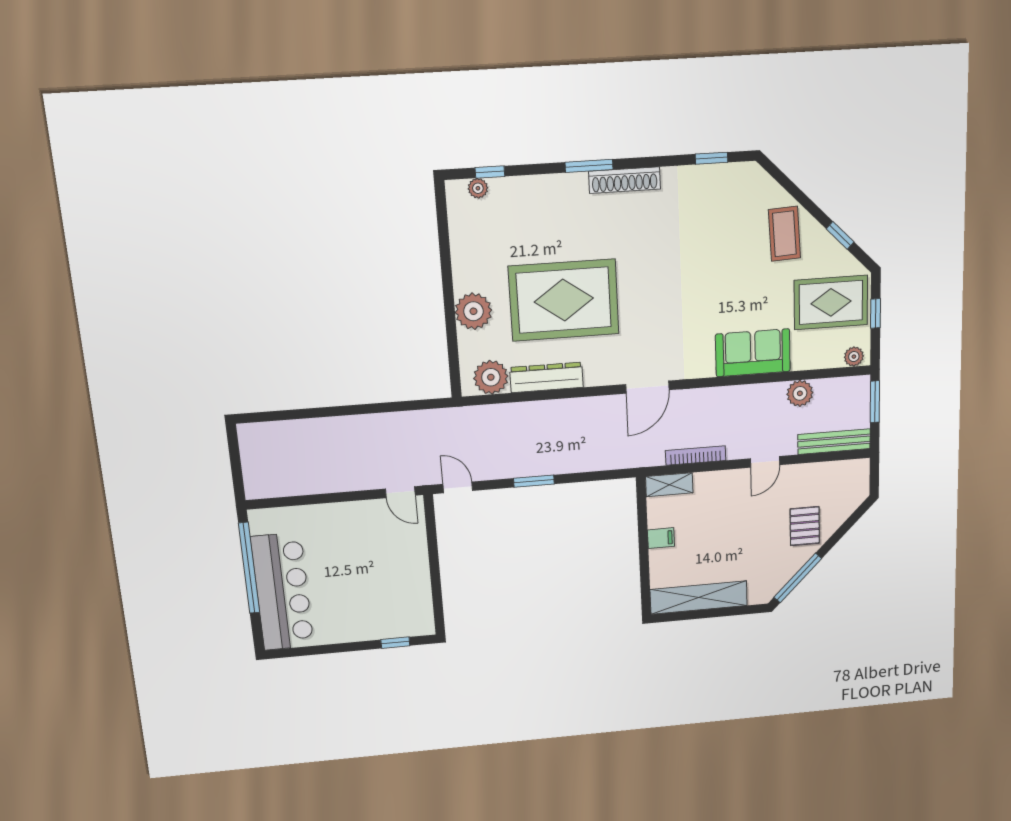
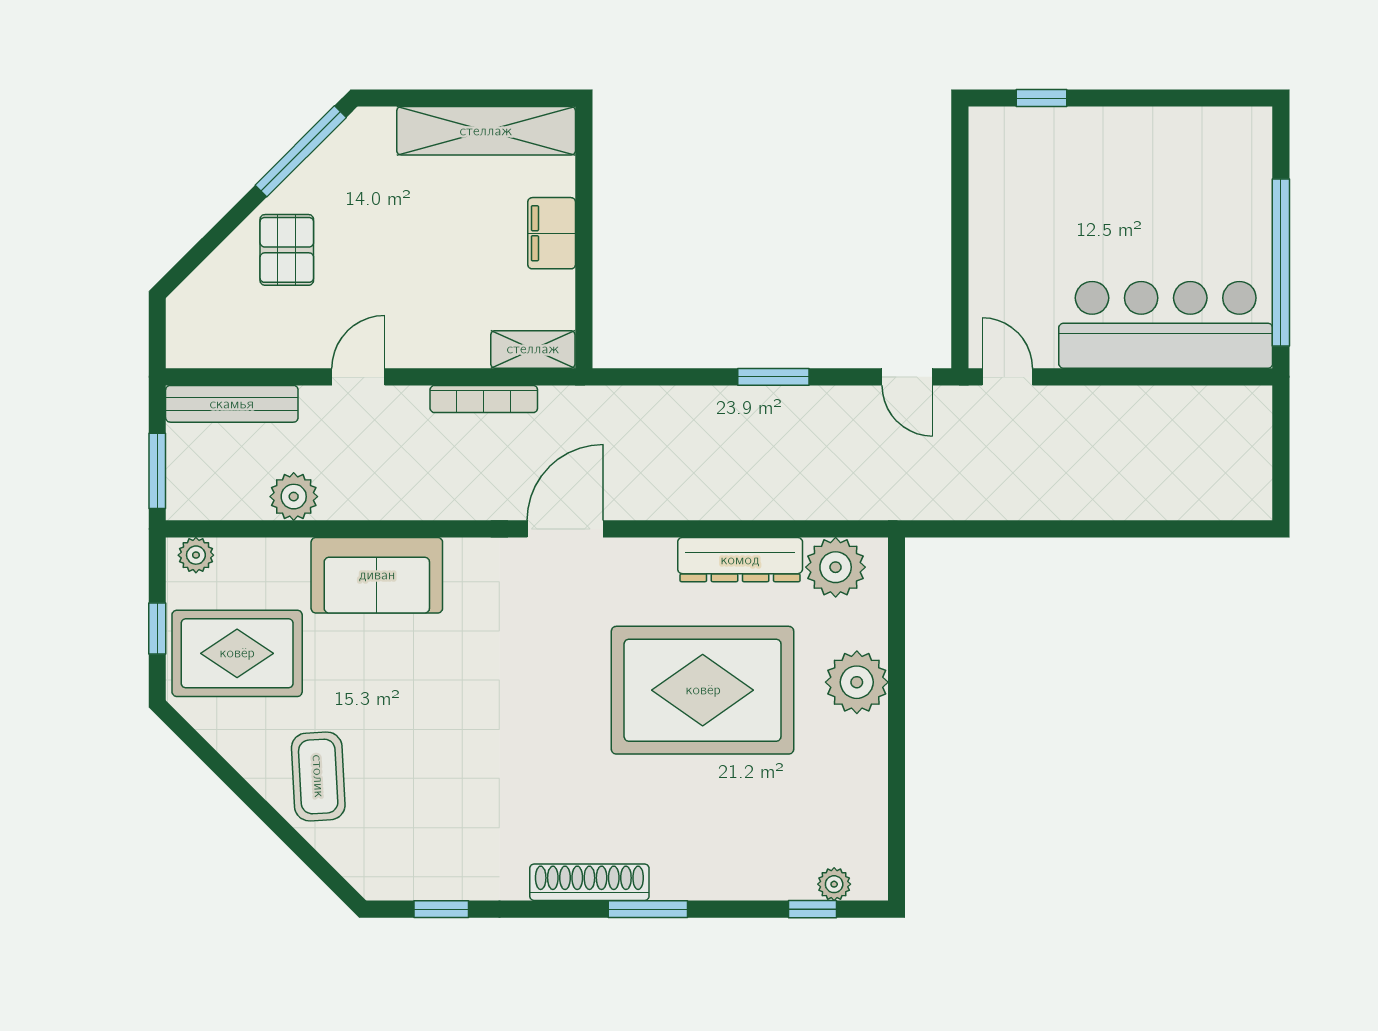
window: (840, 235) -> (221, 767), removed
filing cabinet: (661, 538) -> (552, 233), width x2.00
bar counter: (282, 592) -> (1166, 325), moved, turned 90

